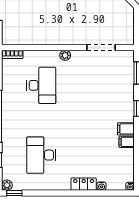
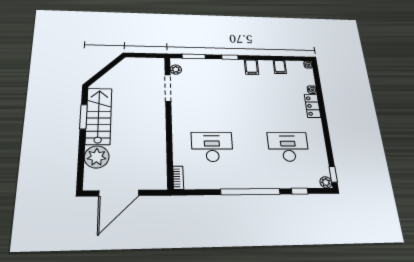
plant: (65, 55) -> (176, 70), moved
filing cabinet: (127, 142) -> (280, 67), moved
desk: (41, 155) -> (288, 147), turned 180

